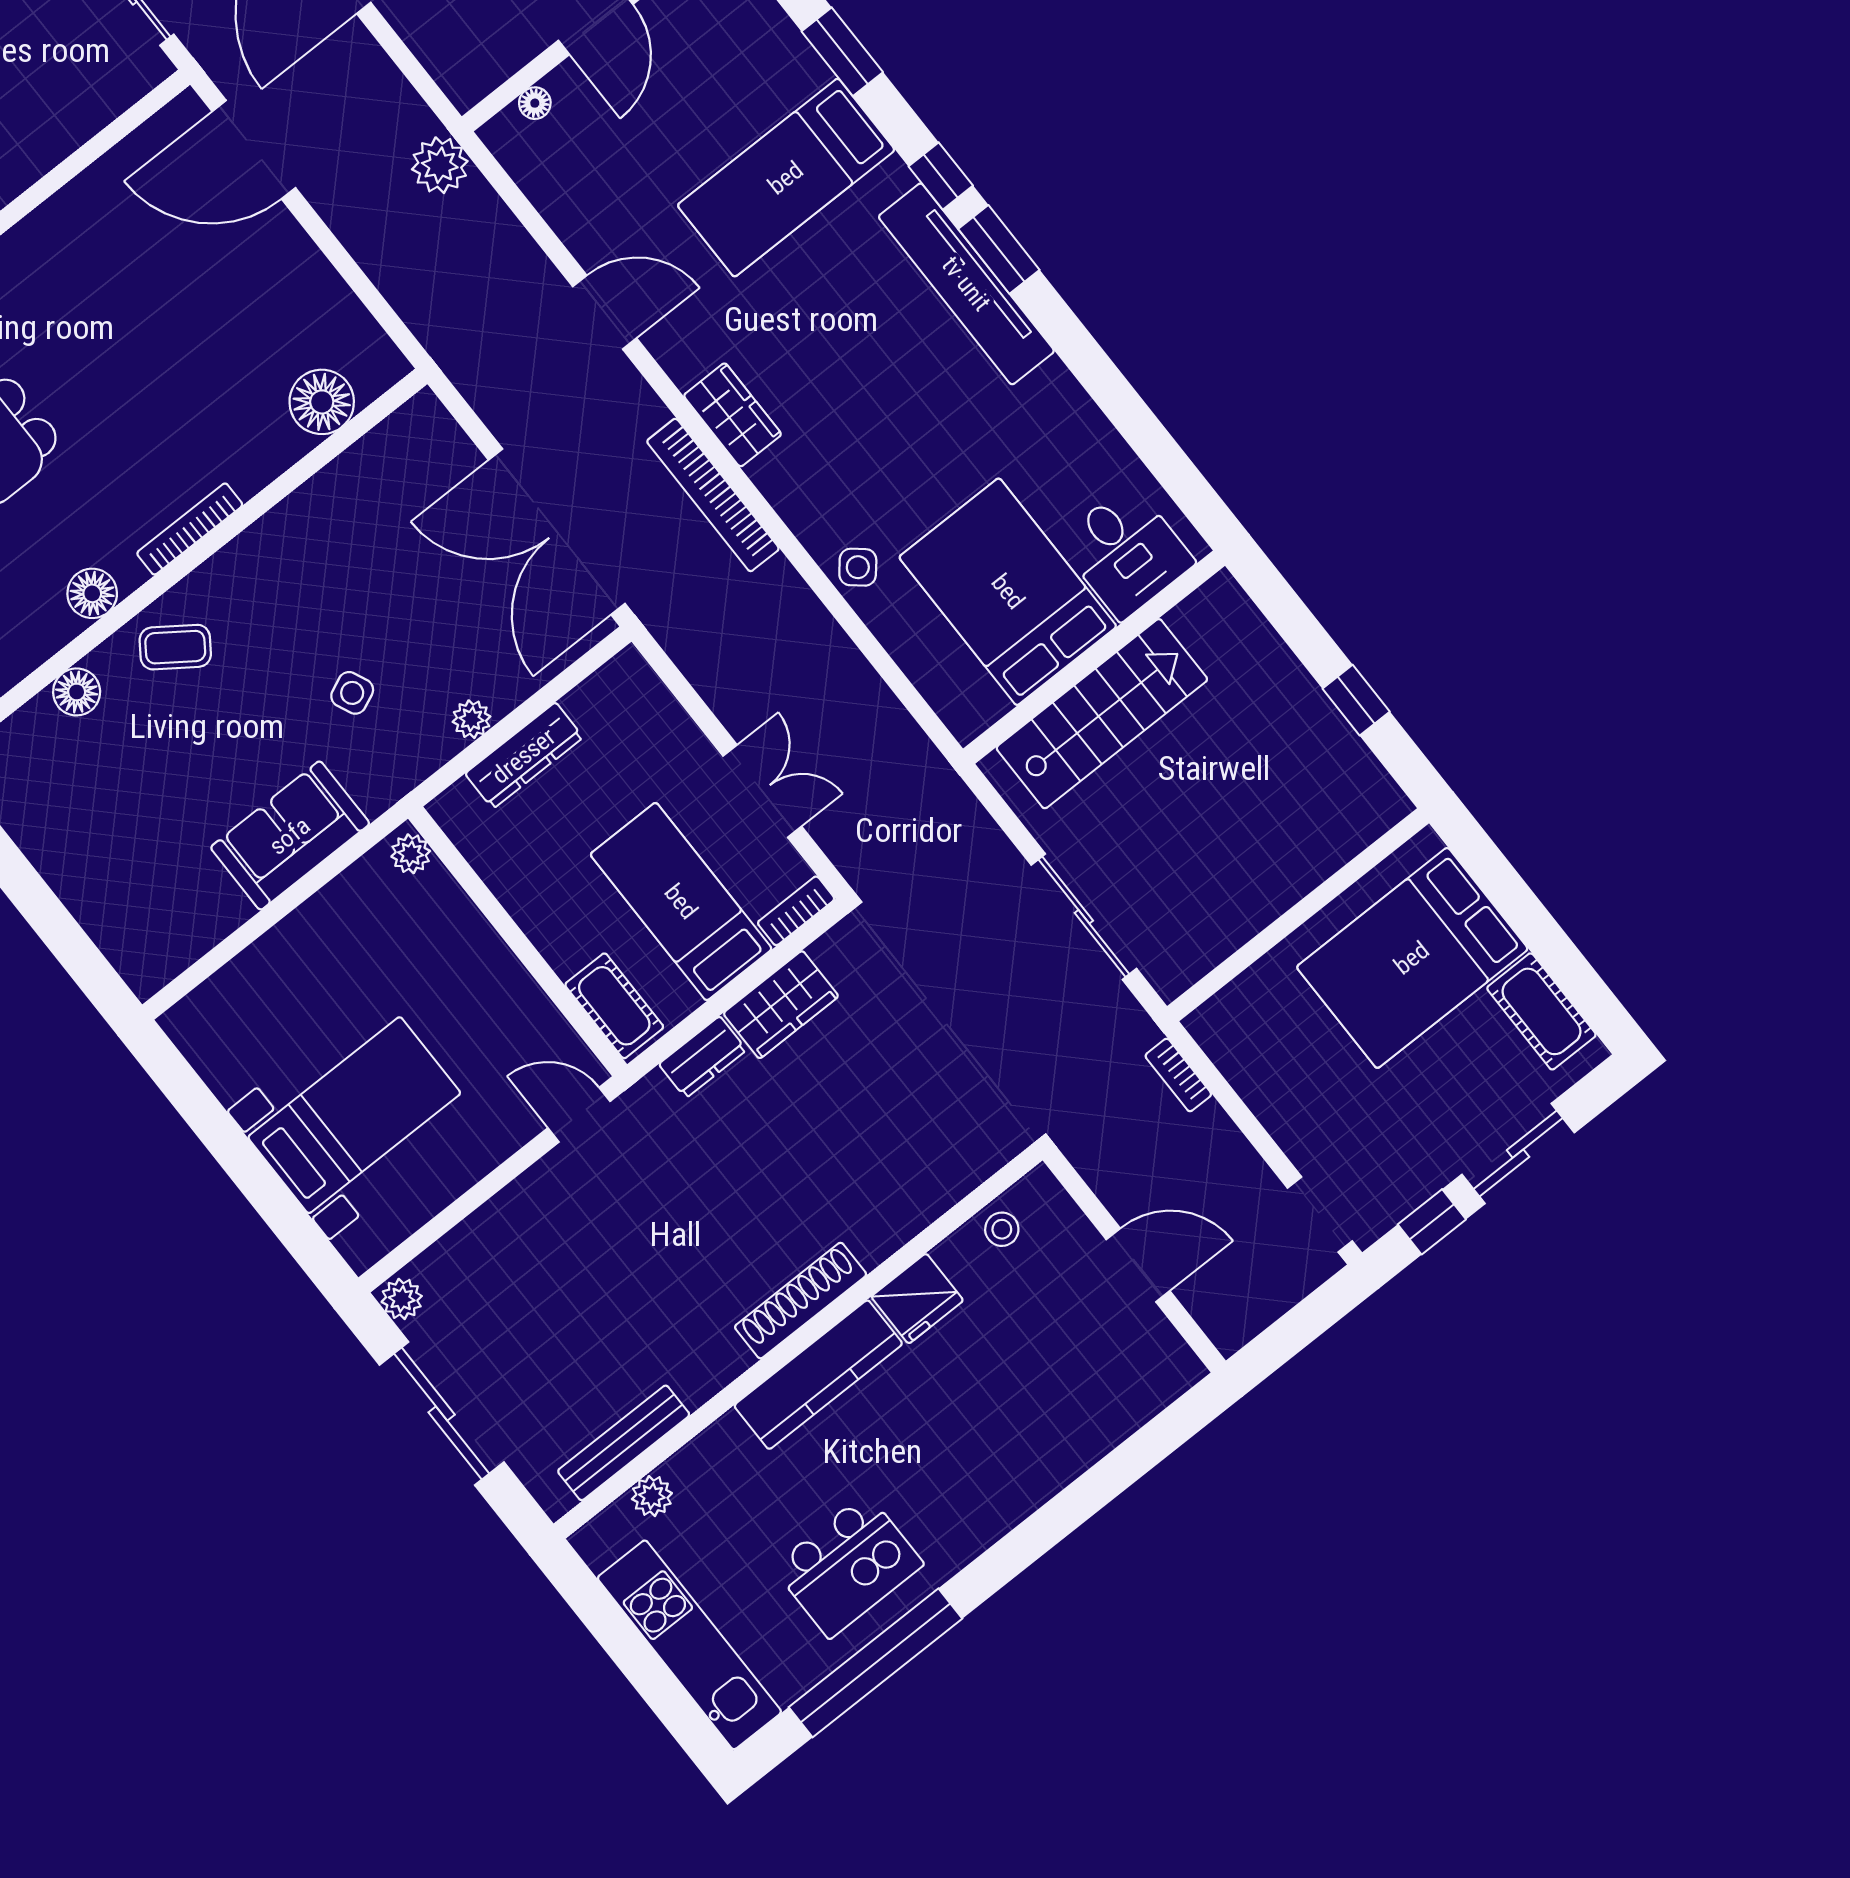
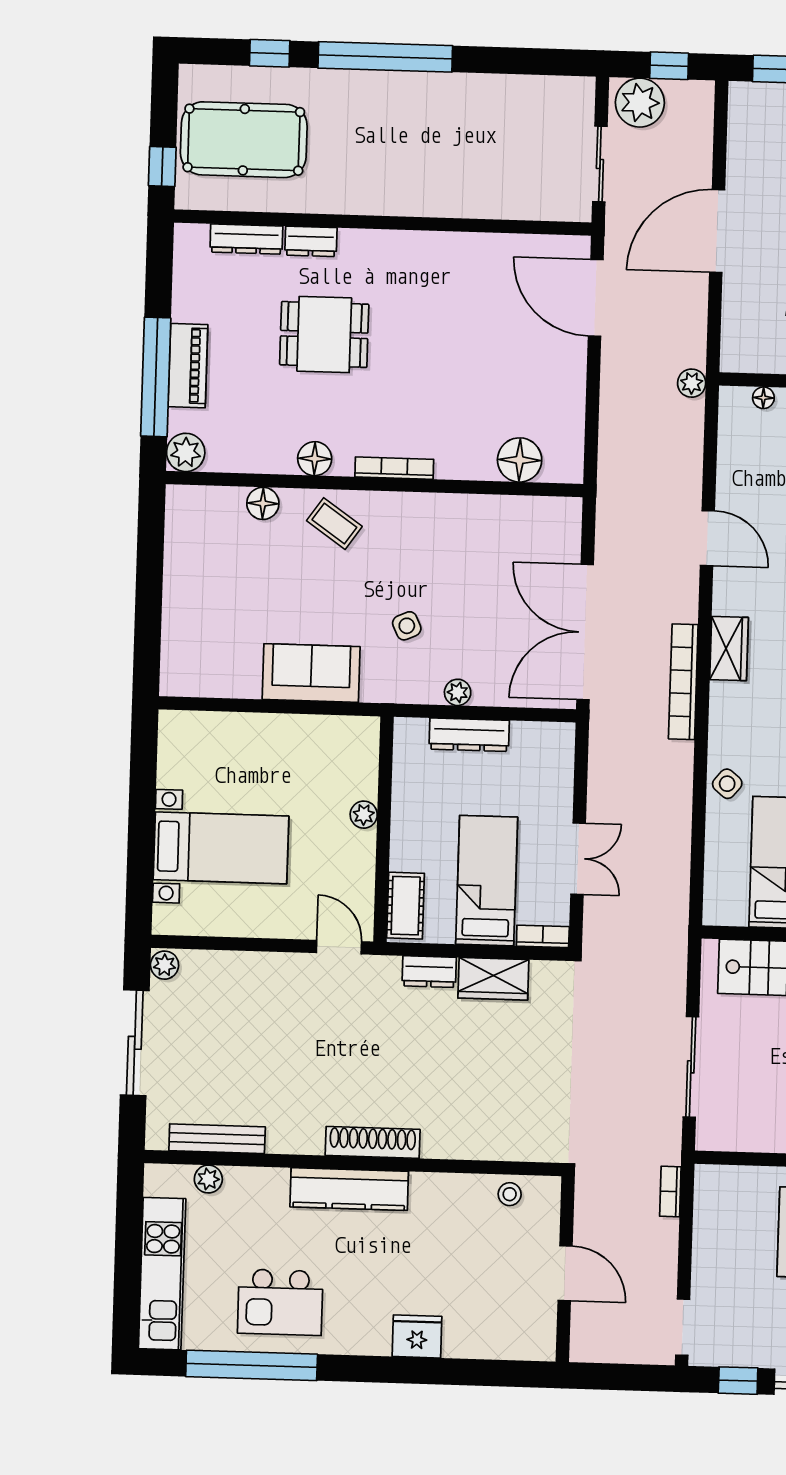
plant: (440, 165) -> (692, 383), width x0.73, depth x0.73
plant: (411, 854) -> (364, 815), moved
fridge: (917, 1299) -> (417, 1336), moved, turned 180

